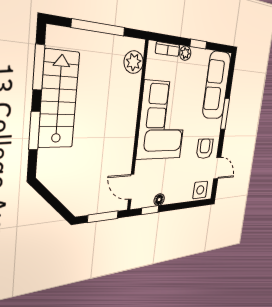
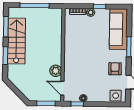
plant: (134, 62) -> (56, 71), moved
corner sofa: (163, 121) -> (80, 51), removed

